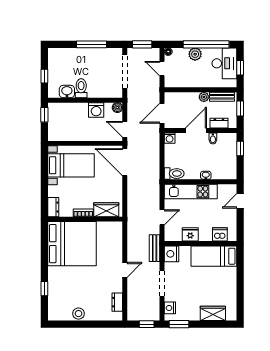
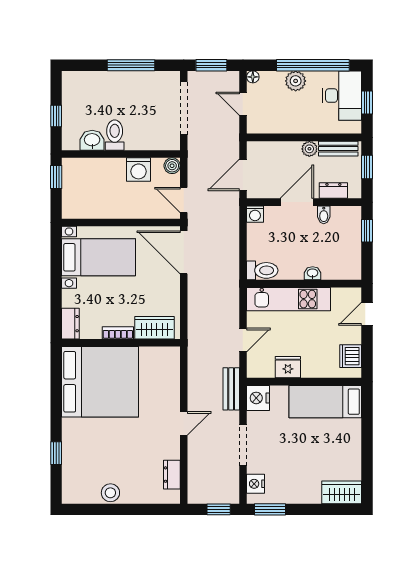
dishwasher: (220, 234) -> (351, 356), moved, turned -90
wardrobe: (213, 313) -> (342, 492), moved

